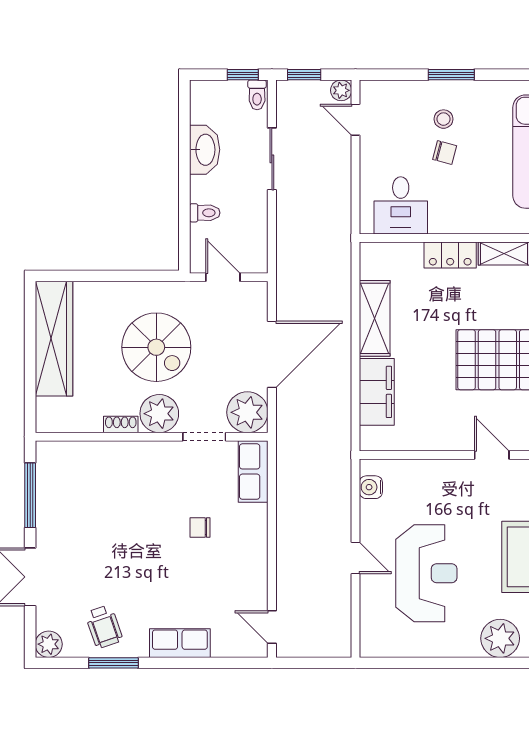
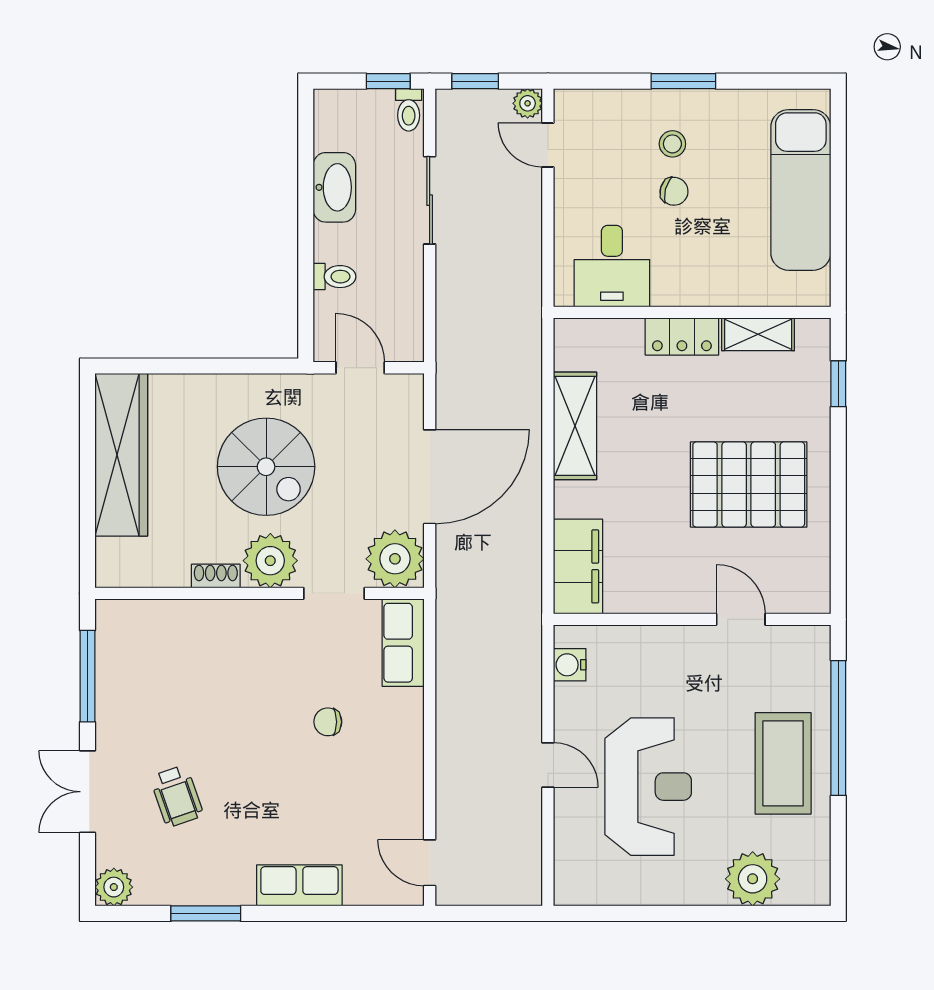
filing cabinet: (377, 392) -> (578, 566), moved
wheelchair: (104, 627) -> (177, 796), moved

